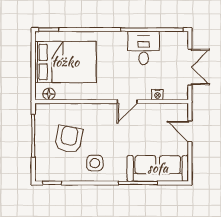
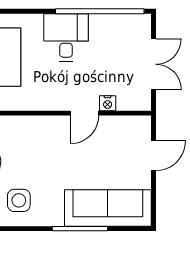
desk: (144, 48) -> (66, 37), moved
door: (127, 102) -> (84, 113), moved
door: (190, 132) -> (154, 156), swing flipped

